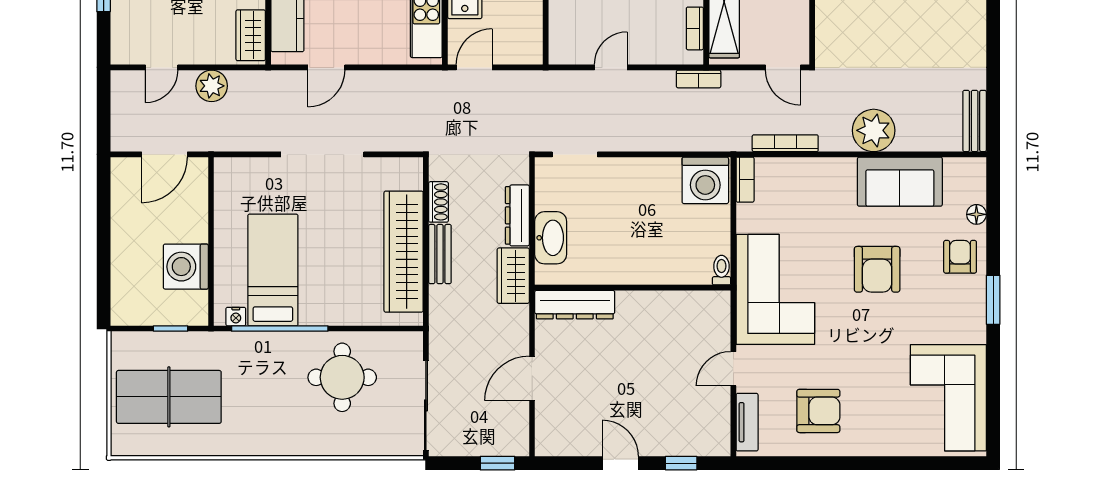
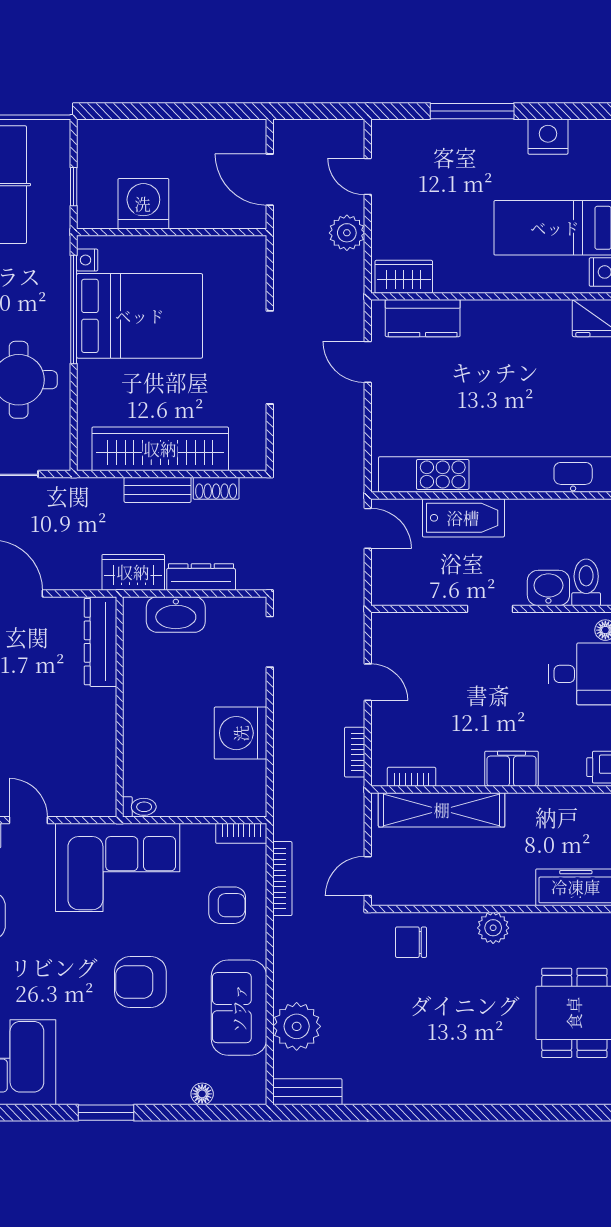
chair: (842, 29) -> (411, 942), added
bookcase: (699, 79) -> (355, 752), moved
plant: (874, 130) -> (297, 1026), moved
washing machine: (705, 180) -> (241, 733), moved
armchair: (960, 257) -> (227, 905), moved
bed: (273, 270) -> (140, 316), width x1.50

